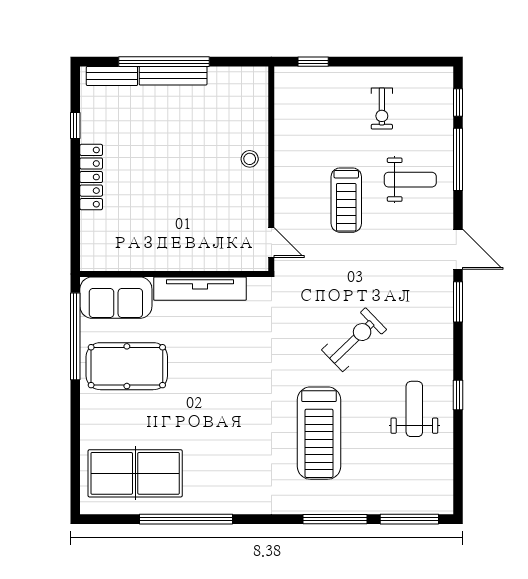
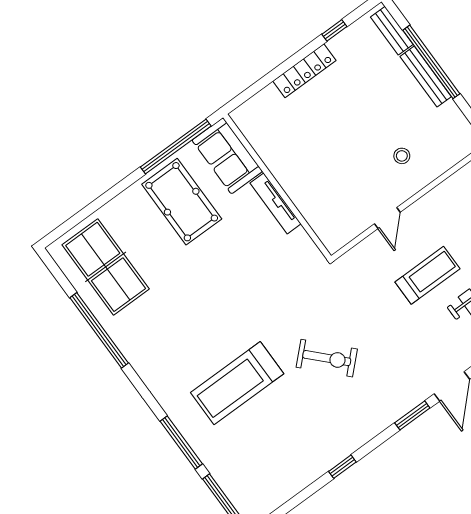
stool: (250, 159) -> (402, 156), moved
treadmill: (346, 200) -> (427, 275), turned 180
door: (271, 243) -> (387, 218), moved
tv unit: (200, 289) -> (276, 203), width x0.73, depth x0.78
weight bench: (414, 409) -> (308, 442), removed

